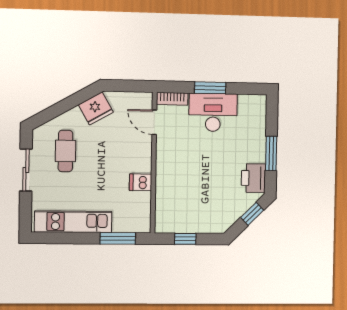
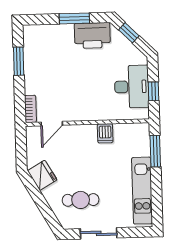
window: (210, 88) -> (19, 61), moved
desk: (213, 112) -> (132, 87), moved, turned 180
printer: (253, 178) -> (92, 35), width x1.37, depth x1.19

